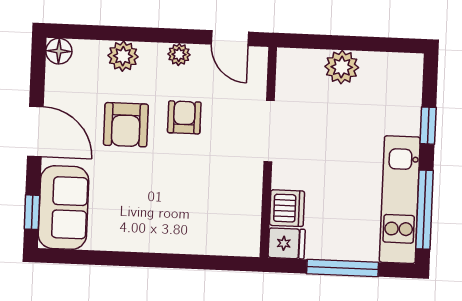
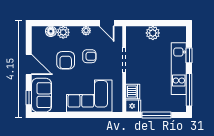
floor lamp: (59, 51) -> (51, 31), moved
armchair: (184, 117) -> (89, 56), turned 90
kitchen unit: (400, 200) -> (179, 69), moved
corner sofa: (180, 214) -> (89, 96), added

